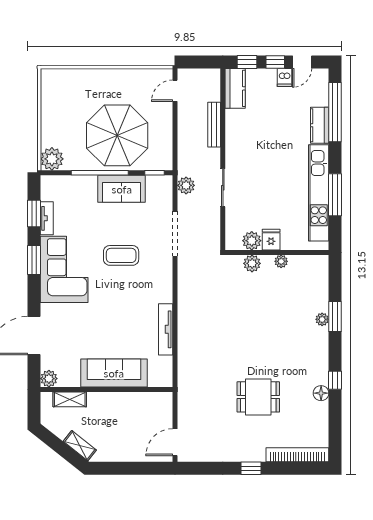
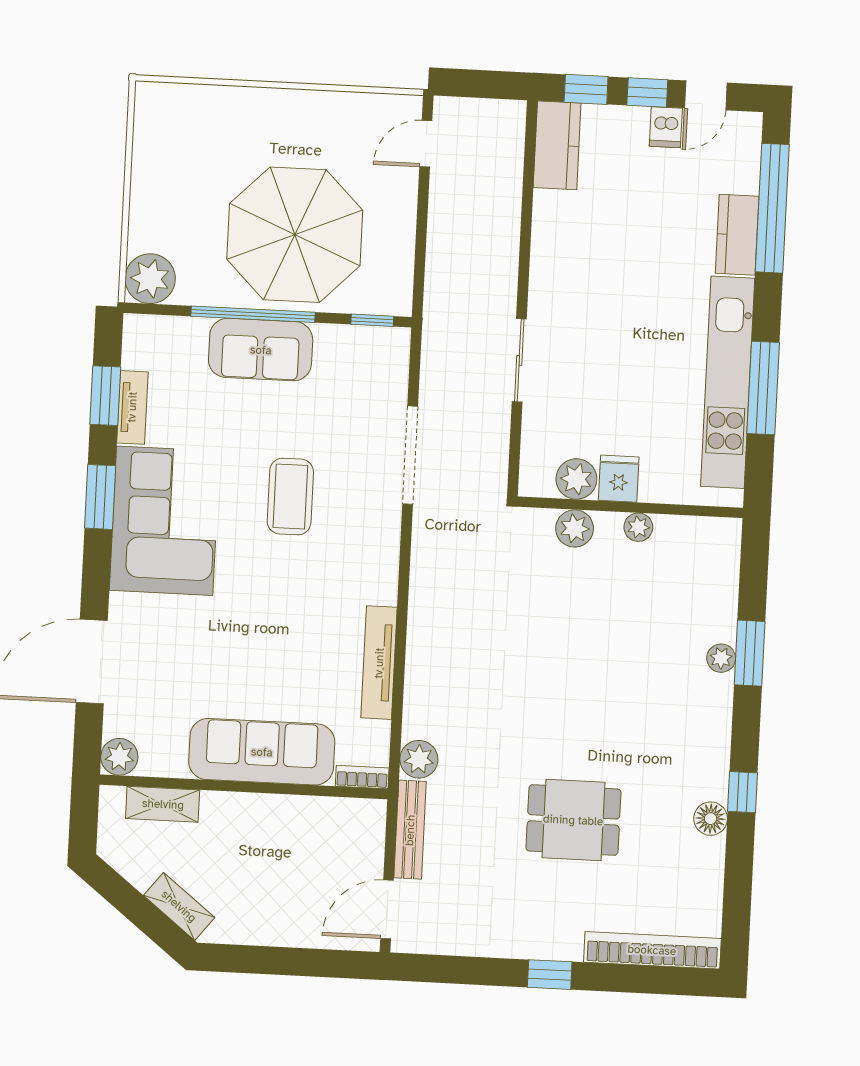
bench: (214, 125) -> (410, 830), moved
plant: (186, 185) -> (419, 759), moved
sofa: (122, 189) -> (261, 350), moved
coffee table: (121, 255) -> (290, 497), turned 90
bookcase: (161, 382) -> (362, 777), added

